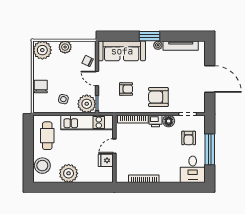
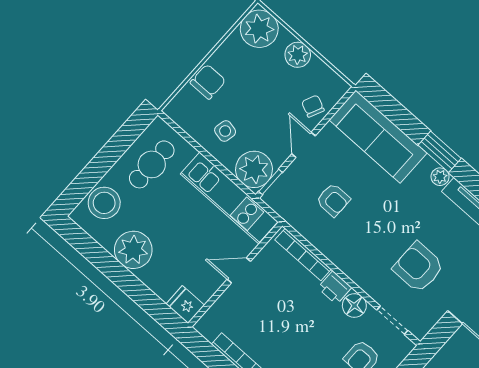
armchair: (158, 97) -> (418, 267), moved
fridge: (106, 160) -> (185, 305), moved

